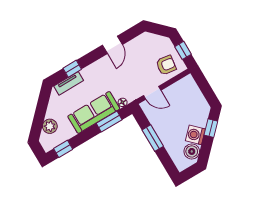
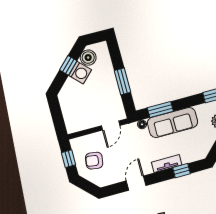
armchair: (166, 65) -> (94, 161), moved
tv unit: (69, 83) -> (167, 164), moved
door: (152, 93) -> (111, 126), swing flipped
window: (211, 128) -> (68, 65), moved

